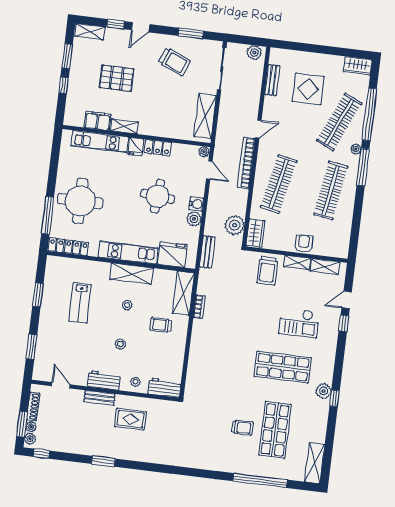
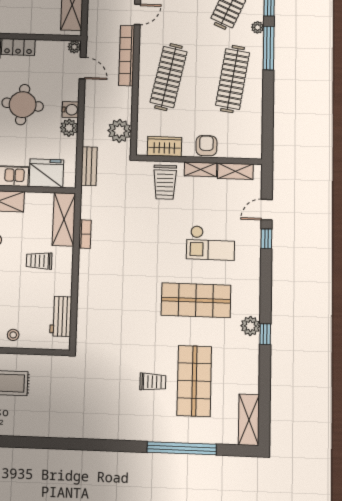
wardrobe: (256, 233) -> (164, 146), moved, turned -90
workbench: (165, 388) -> (61, 316), moved, turned -90

